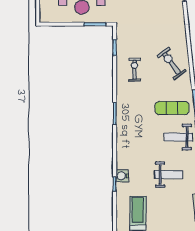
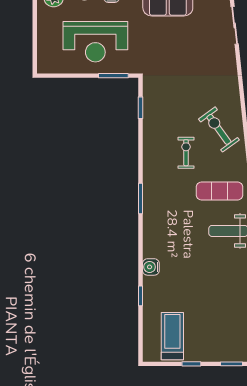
exercise bike: (134, 70) -> (186, 153), moved
weight bench: (169, 175) -> (215, 283), removed
water cooler: (122, 176) -> (151, 267), moved

